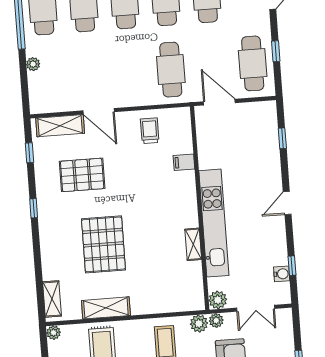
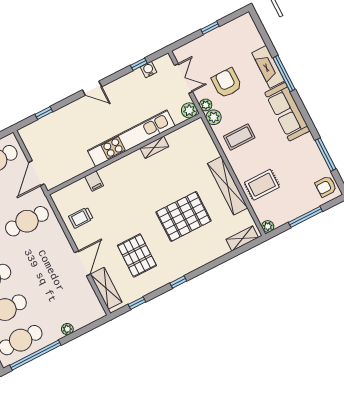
shelving: (106, 308) -> (228, 186), width x1.47

